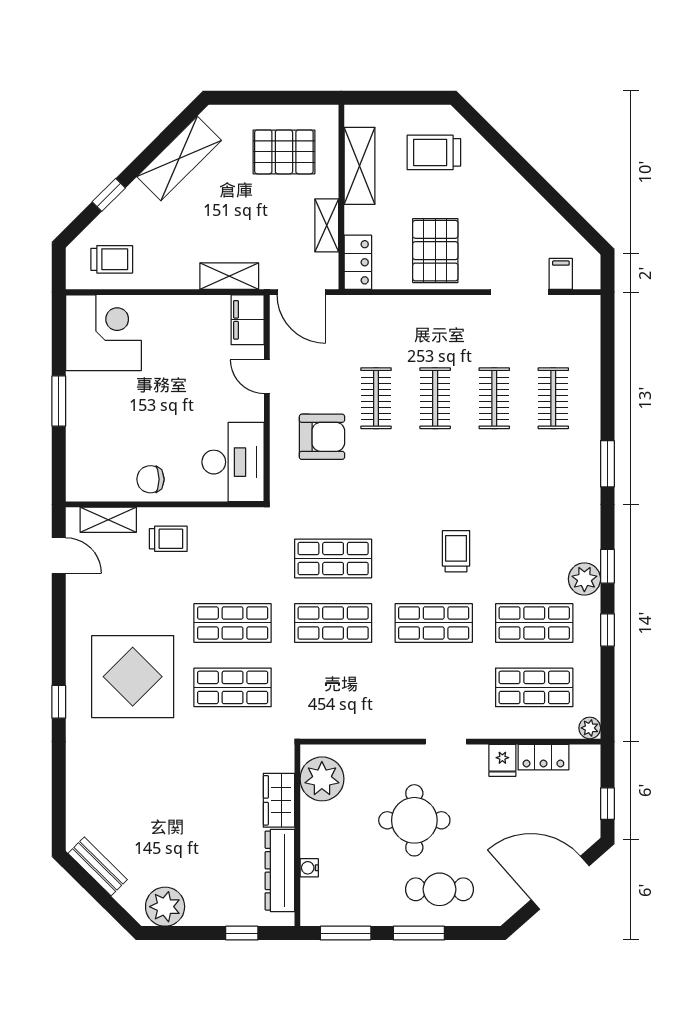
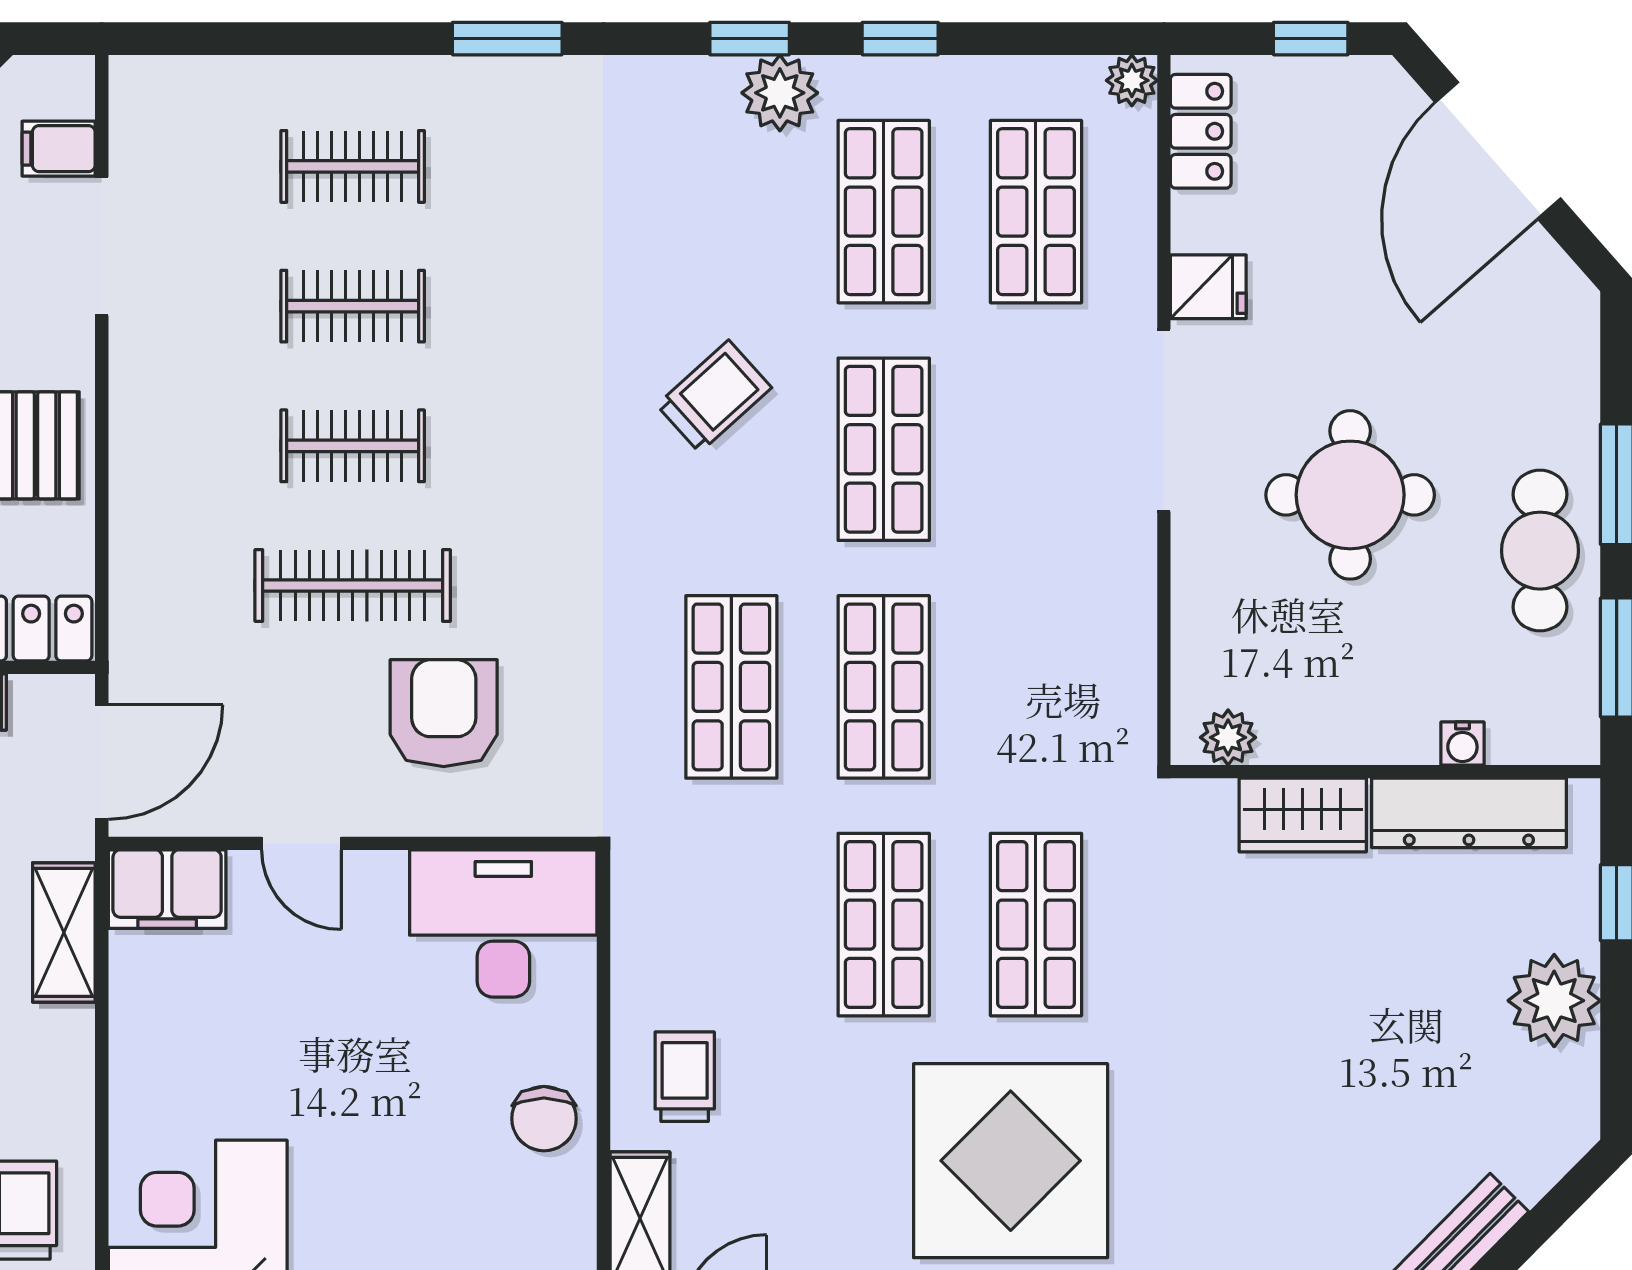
door: (267, 377) -> (301, 843), hinge flipped
clothes rail: (376, 398) -> (353, 585), width x1.36
trolley: (456, 551) -> (714, 396), turned 138
doorway: (446, 742) -> (1164, 420), width x1.88
locker: (543, 757) -> (1201, 131), moved
plant: (322, 779) -> (1228, 737), width x0.53, depth x0.53
cafe table: (439, 889) -> (1540, 551), moved
plant: (165, 907) -> (1554, 1001), moved

